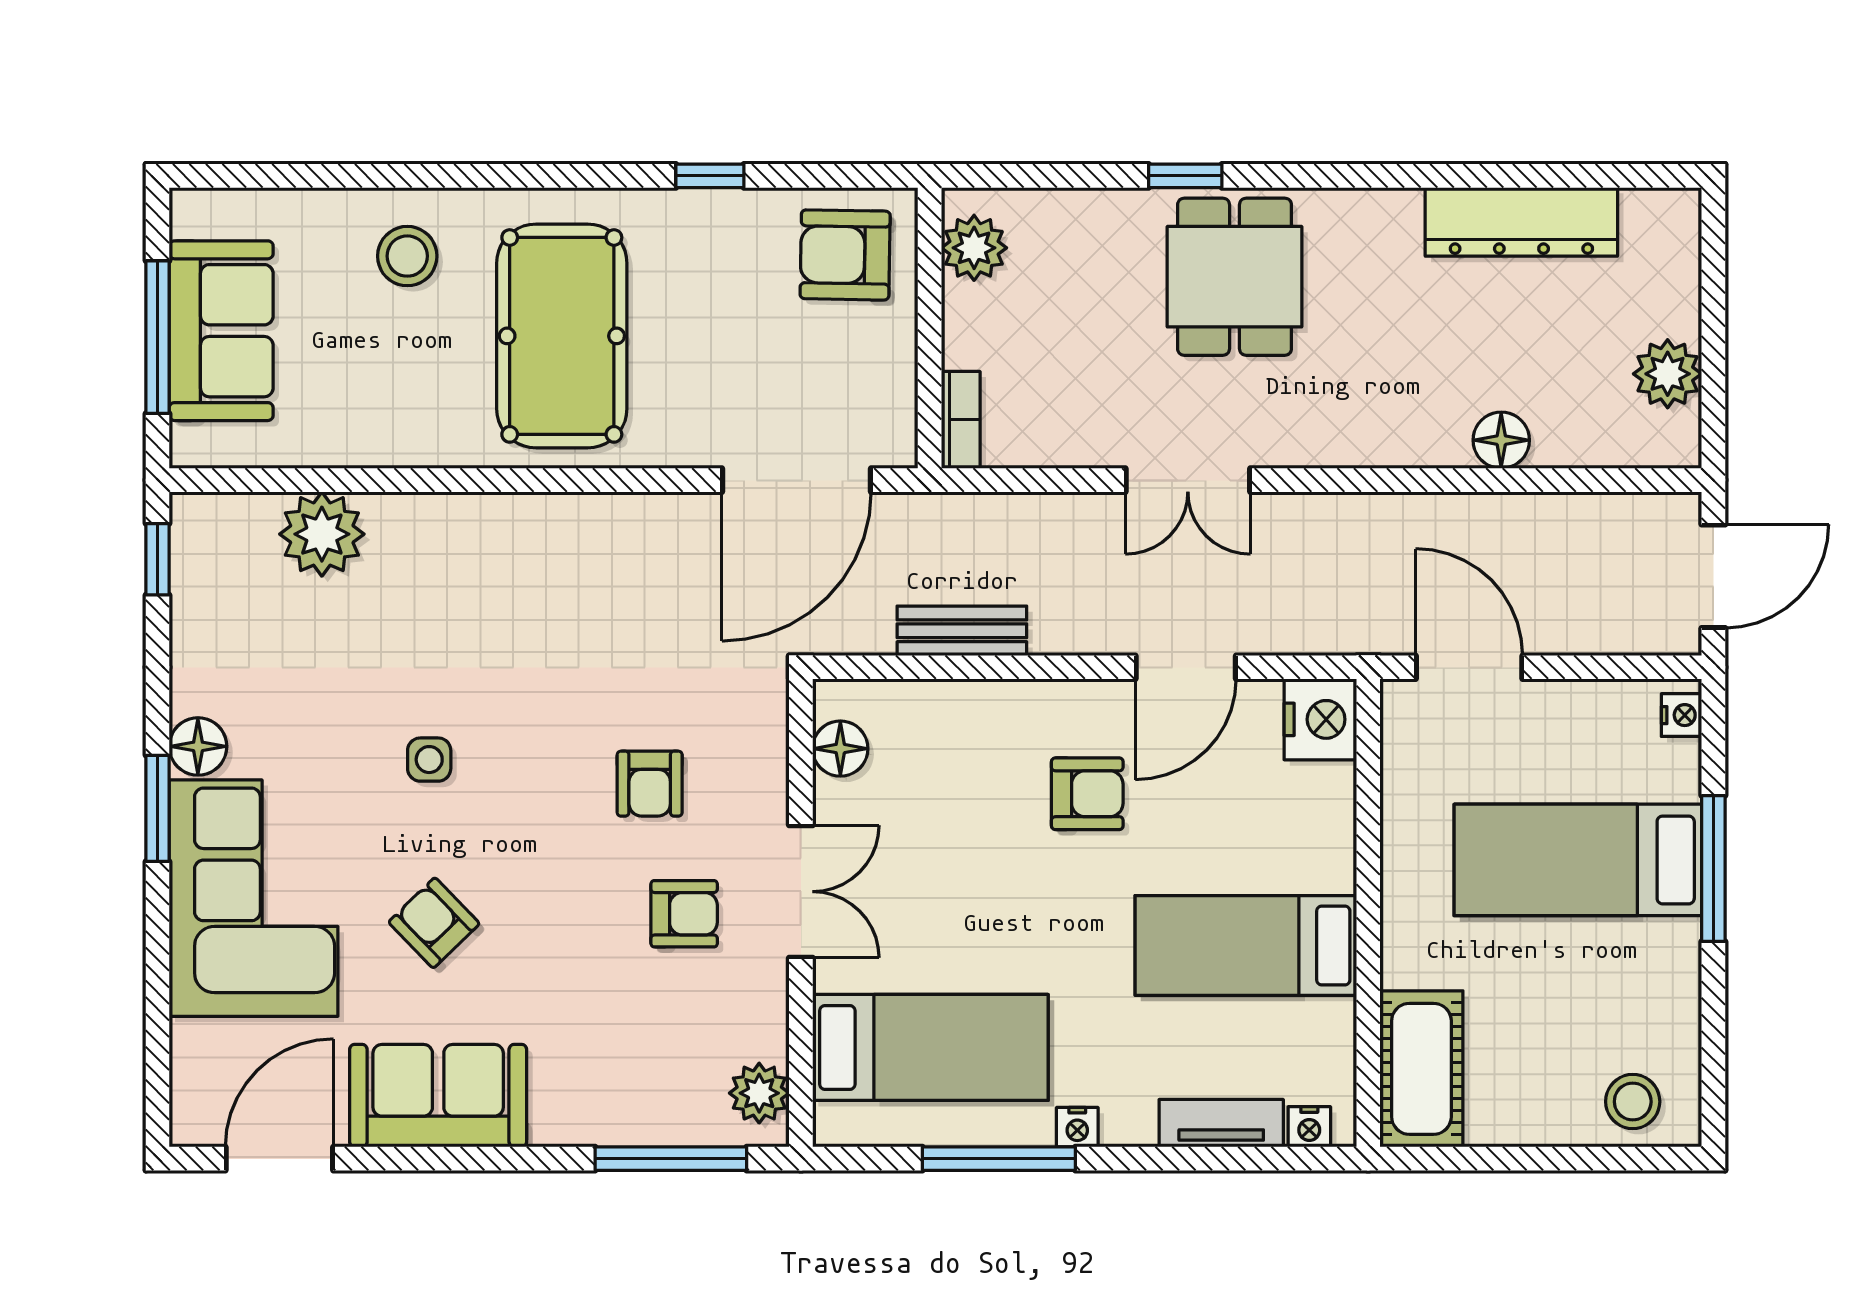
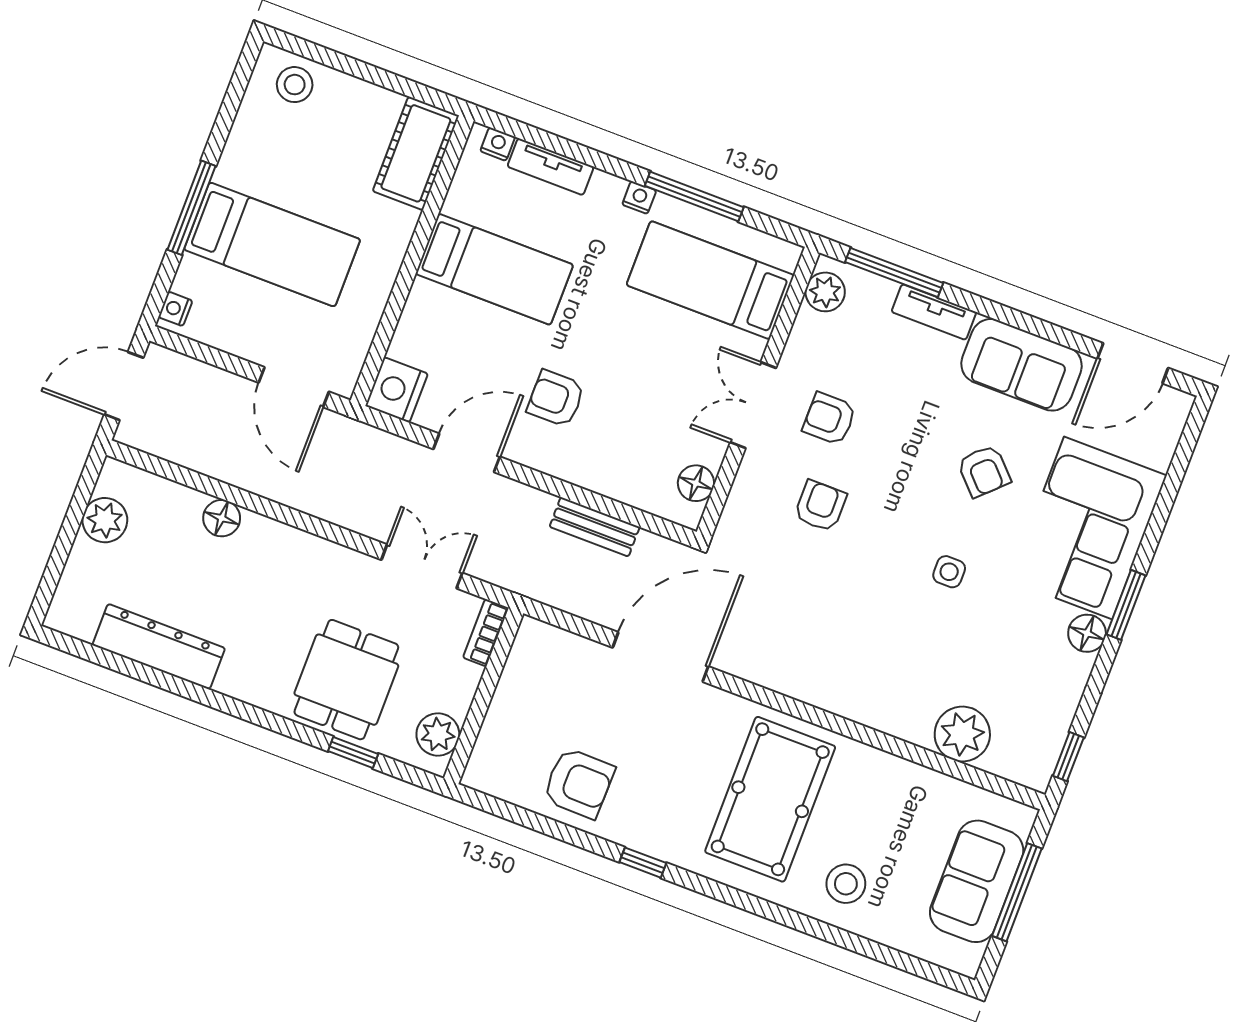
plant: (974, 248) -> (438, 734), moved
wall: (930, 328) -> (483, 696), moved
bookcase: (961, 420) -> (486, 633), moved
tv unit: (592, 1124) -> (934, 312), added

